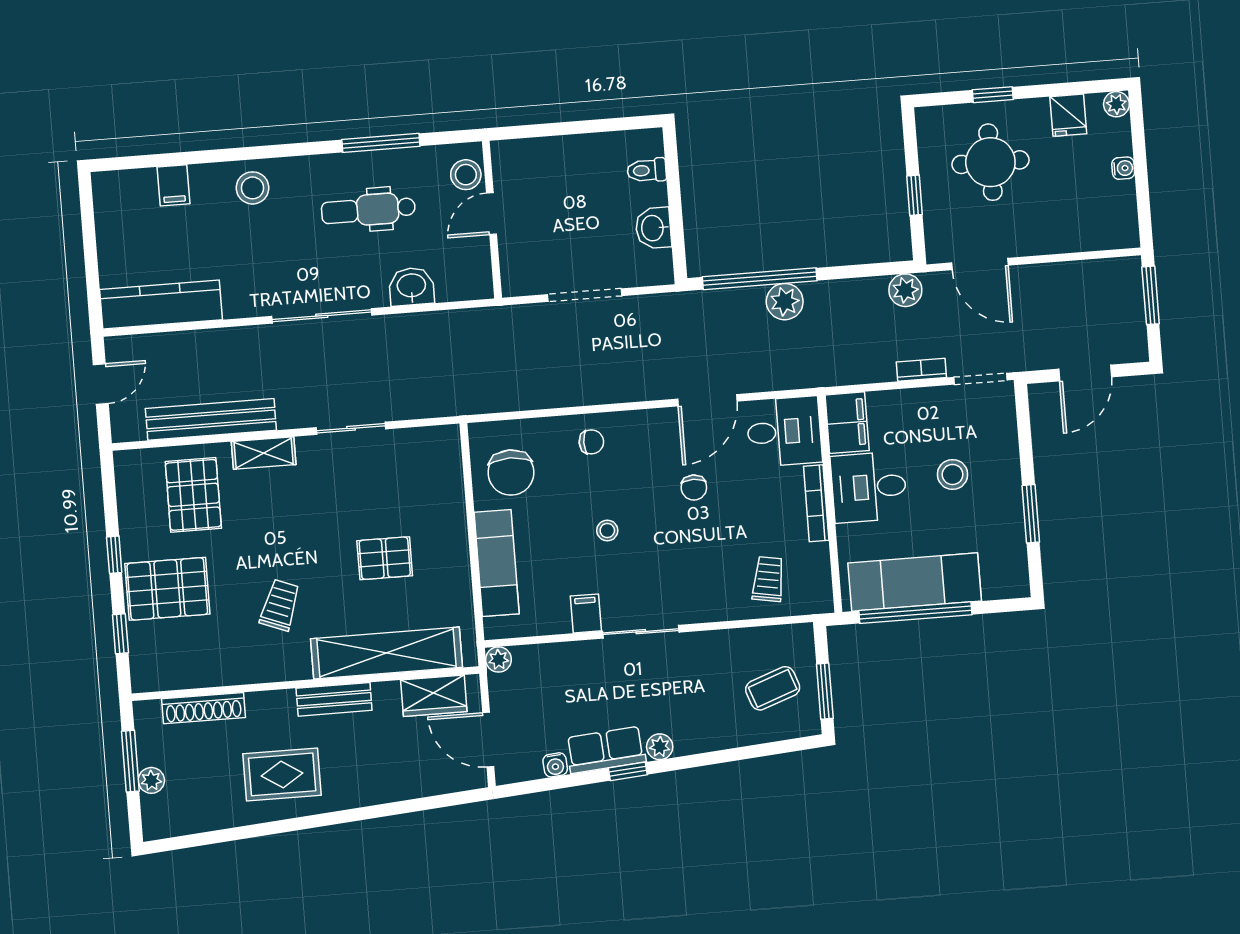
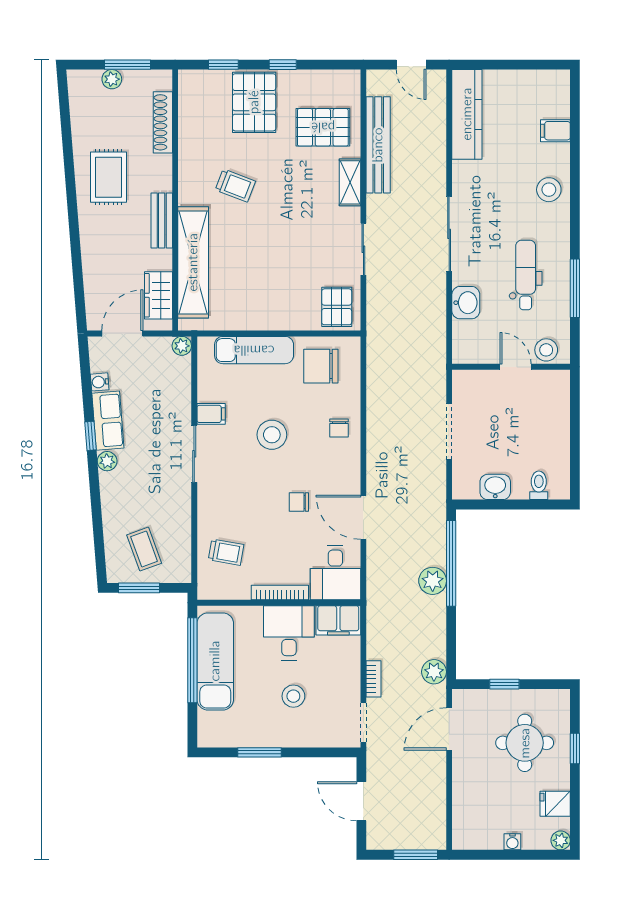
stool: (607, 530) -> (272, 435), width x1.89, depth x1.89
pallet: (385, 558) -> (337, 307), moved

